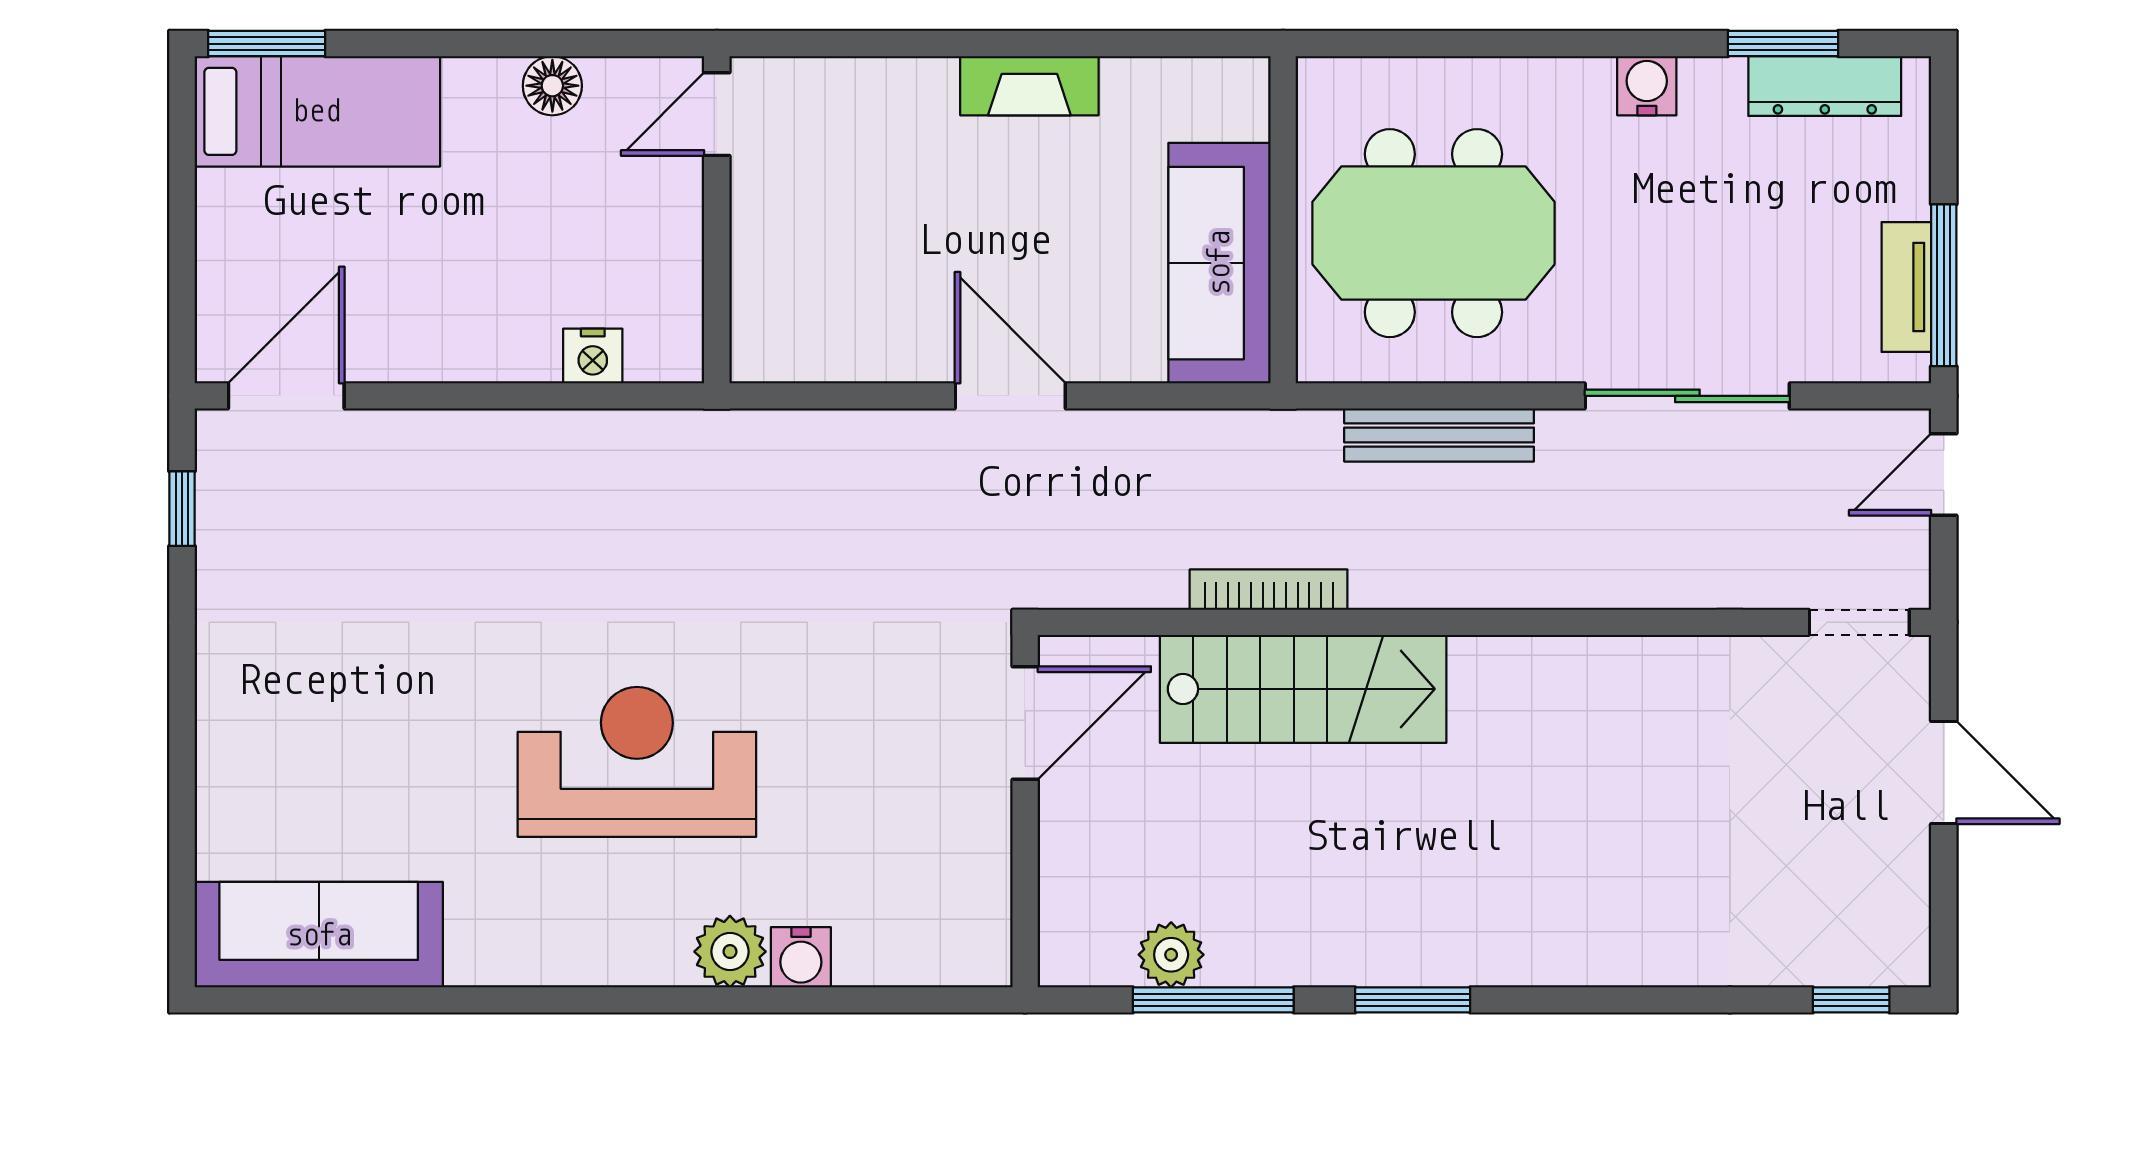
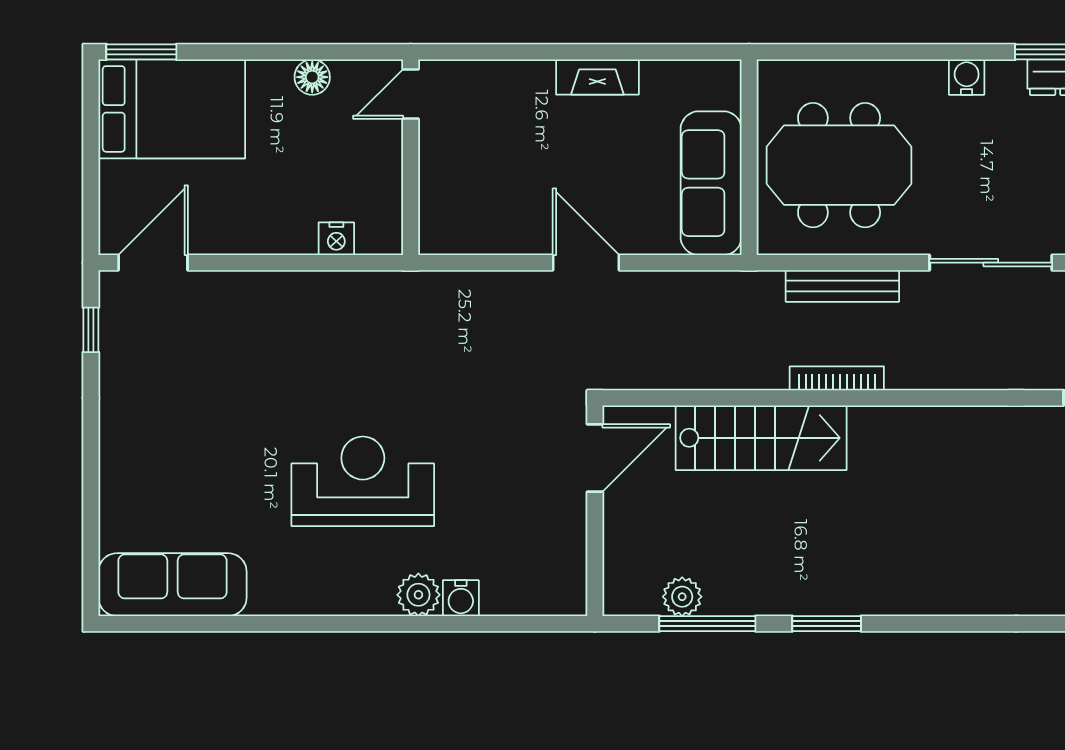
bed: (317, 111) -> (172, 109), width x1.50
bookcase: (1269, 590) -> (837, 378), moved

